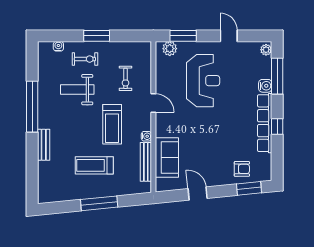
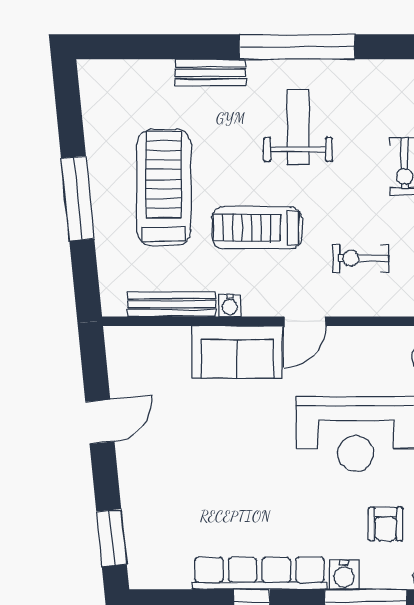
weight bench: (77, 90) -> (298, 127), moved
sofa: (167, 157) -> (237, 352), moved
treadmill: (94, 165) -> (164, 187), width x1.37, depth x1.38
armchair: (242, 169) -> (386, 524), moved

